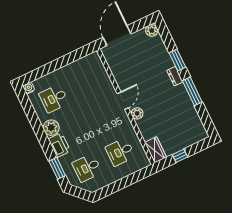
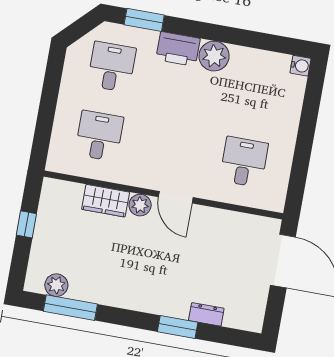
plant: (152, 30) -> (56, 285), moved
dresser: (175, 76) -> (206, 314), moved
window: (192, 91) -> (70, 308), moved
desk: (54, 98) -> (244, 162), moved
wardrobe: (156, 150) -> (106, 201), moved

